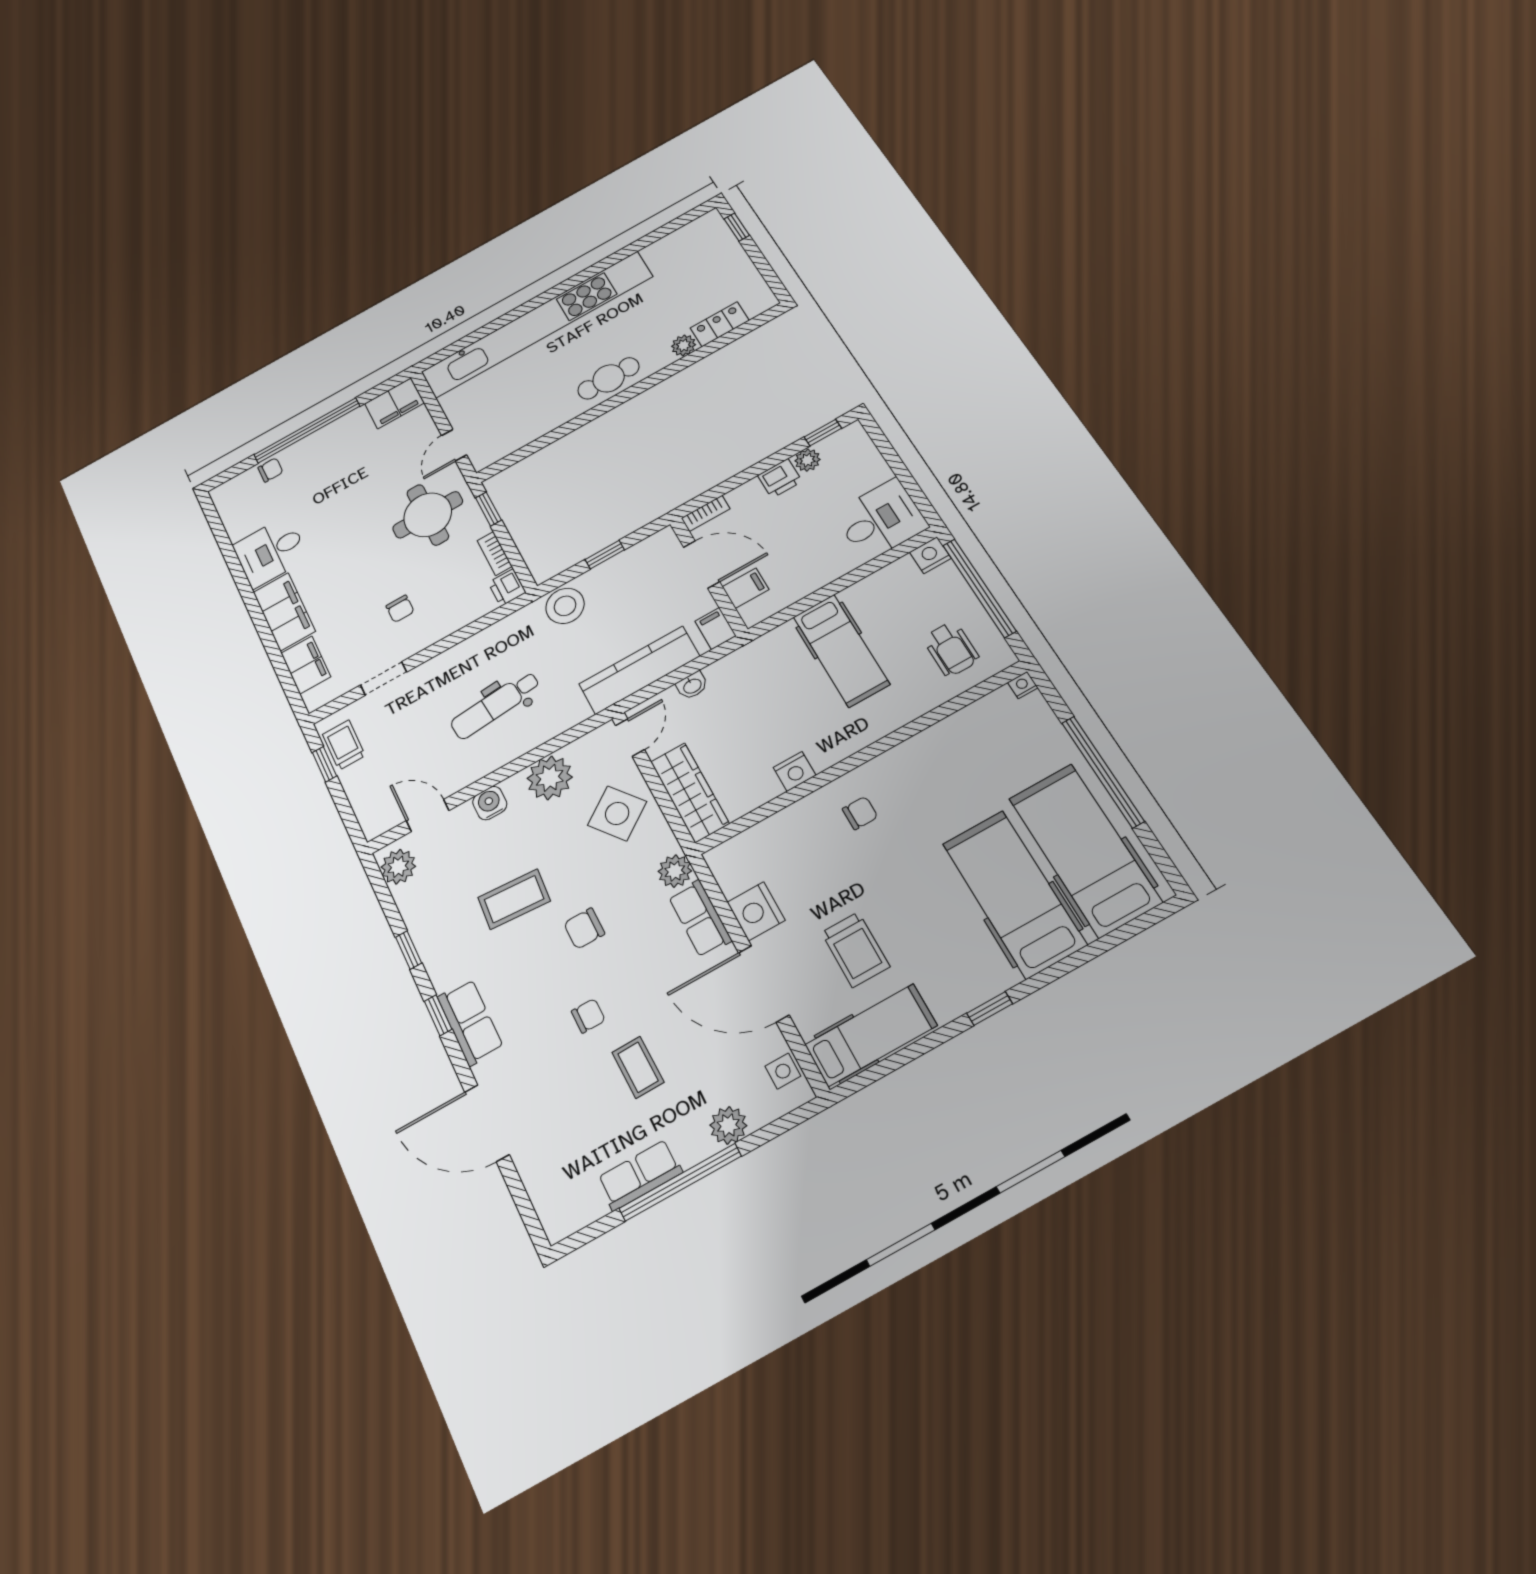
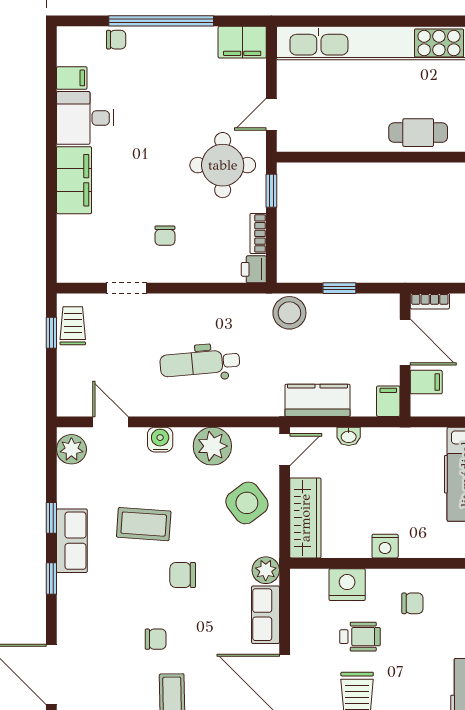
filing cabinet: (306, 665) -> (72, 78), moved, width x0.50
kitchen counter: (639, 670) -> (317, 400), width x0.67
wheelchair: (821, 882) -> (360, 637), added
nightstand: (756, 911) -> (347, 585), moved, turned 90
row of seats: (470, 1022) -> (72, 541), moved

